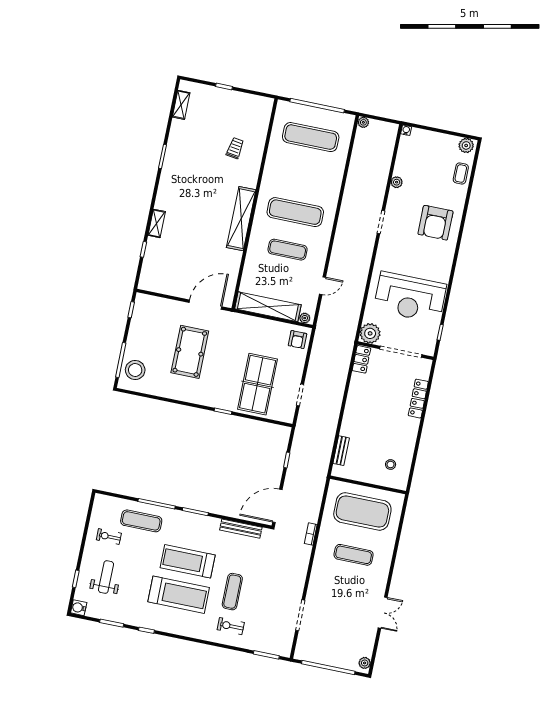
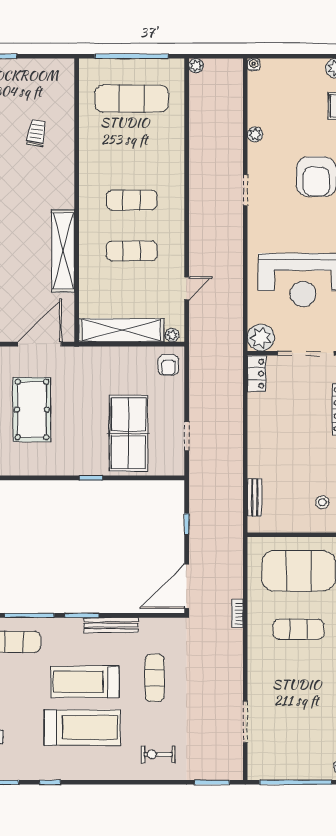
exercise mat: (295, 212) -> (132, 200), width x0.73, depth x0.69
shelving: (241, 219) -> (63, 251), moved
bench: (241, 529) -> (111, 625), moved
exercise mat: (232, 592) -> (155, 678), moved

